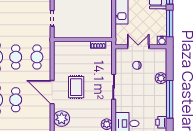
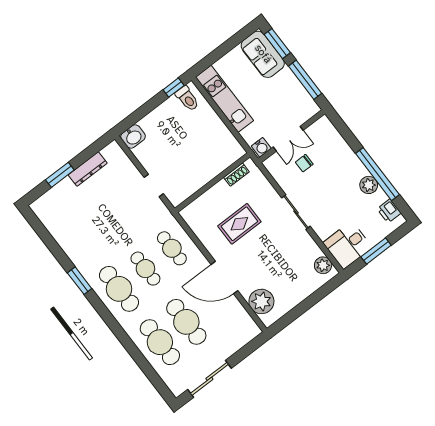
water cooler: (162, 41) -> (261, 147), moved
double door: (138, 47) -> (288, 139), swing flipped
plant: (161, 78) -> (369, 185), moved
rug: (76, 87) -> (239, 224), moved, turned 90
cafe table: (16, 100) -> (186, 322), width x1.37, depth x1.35

